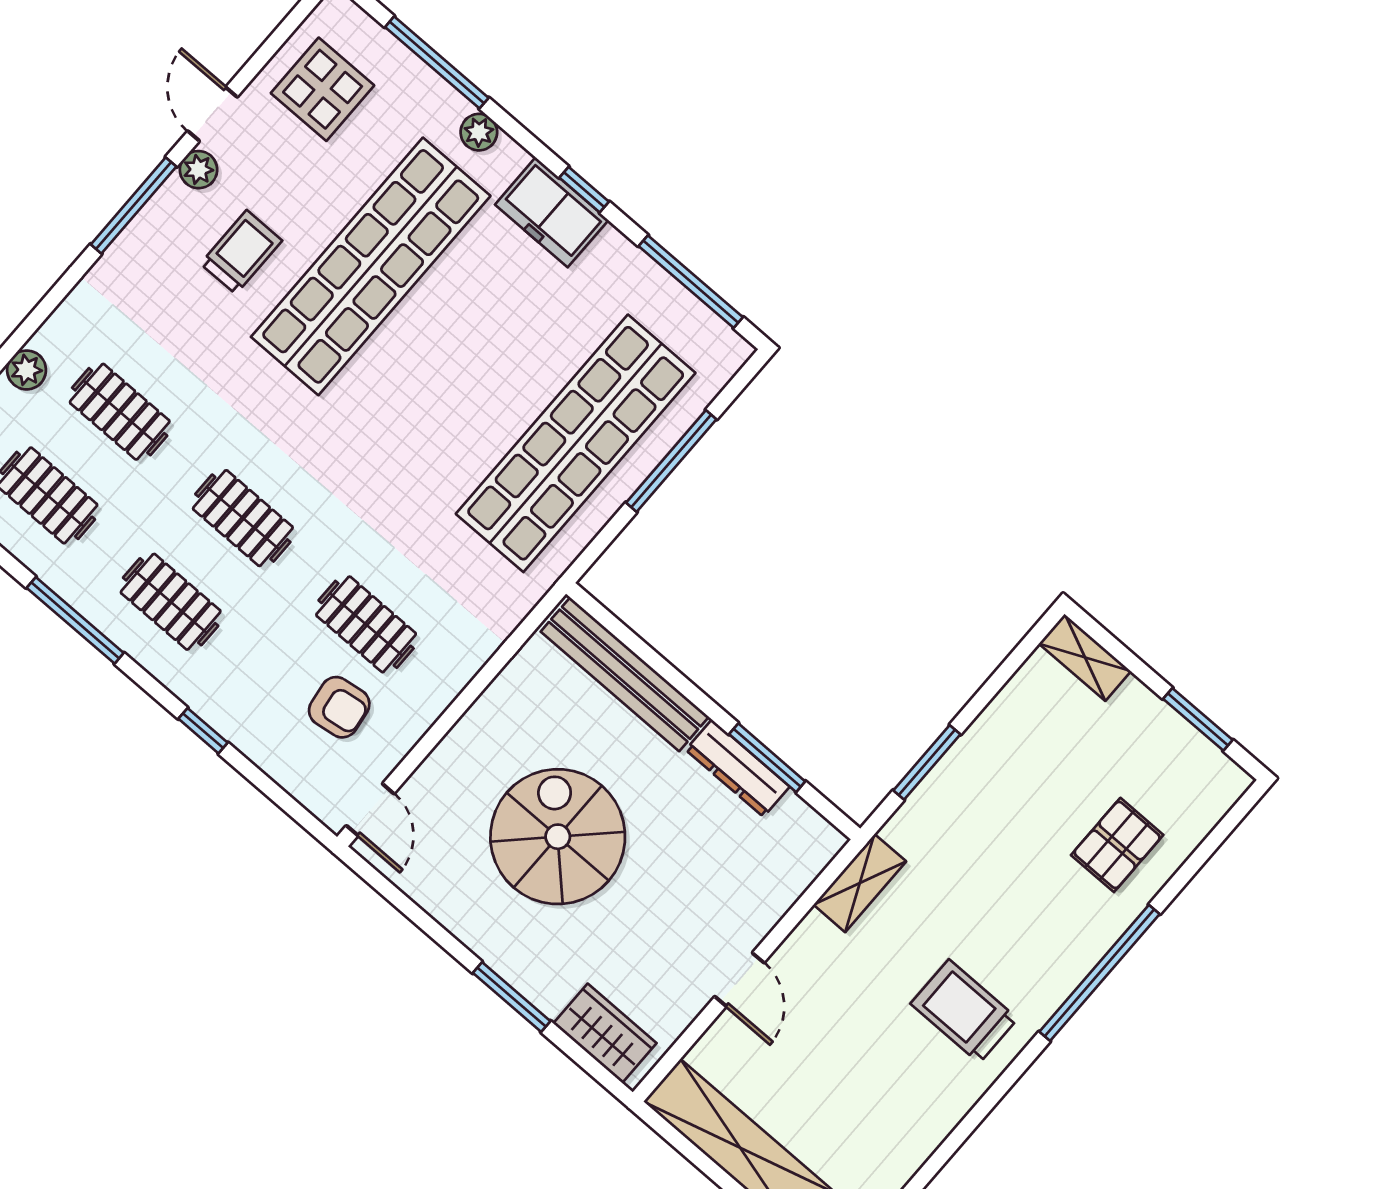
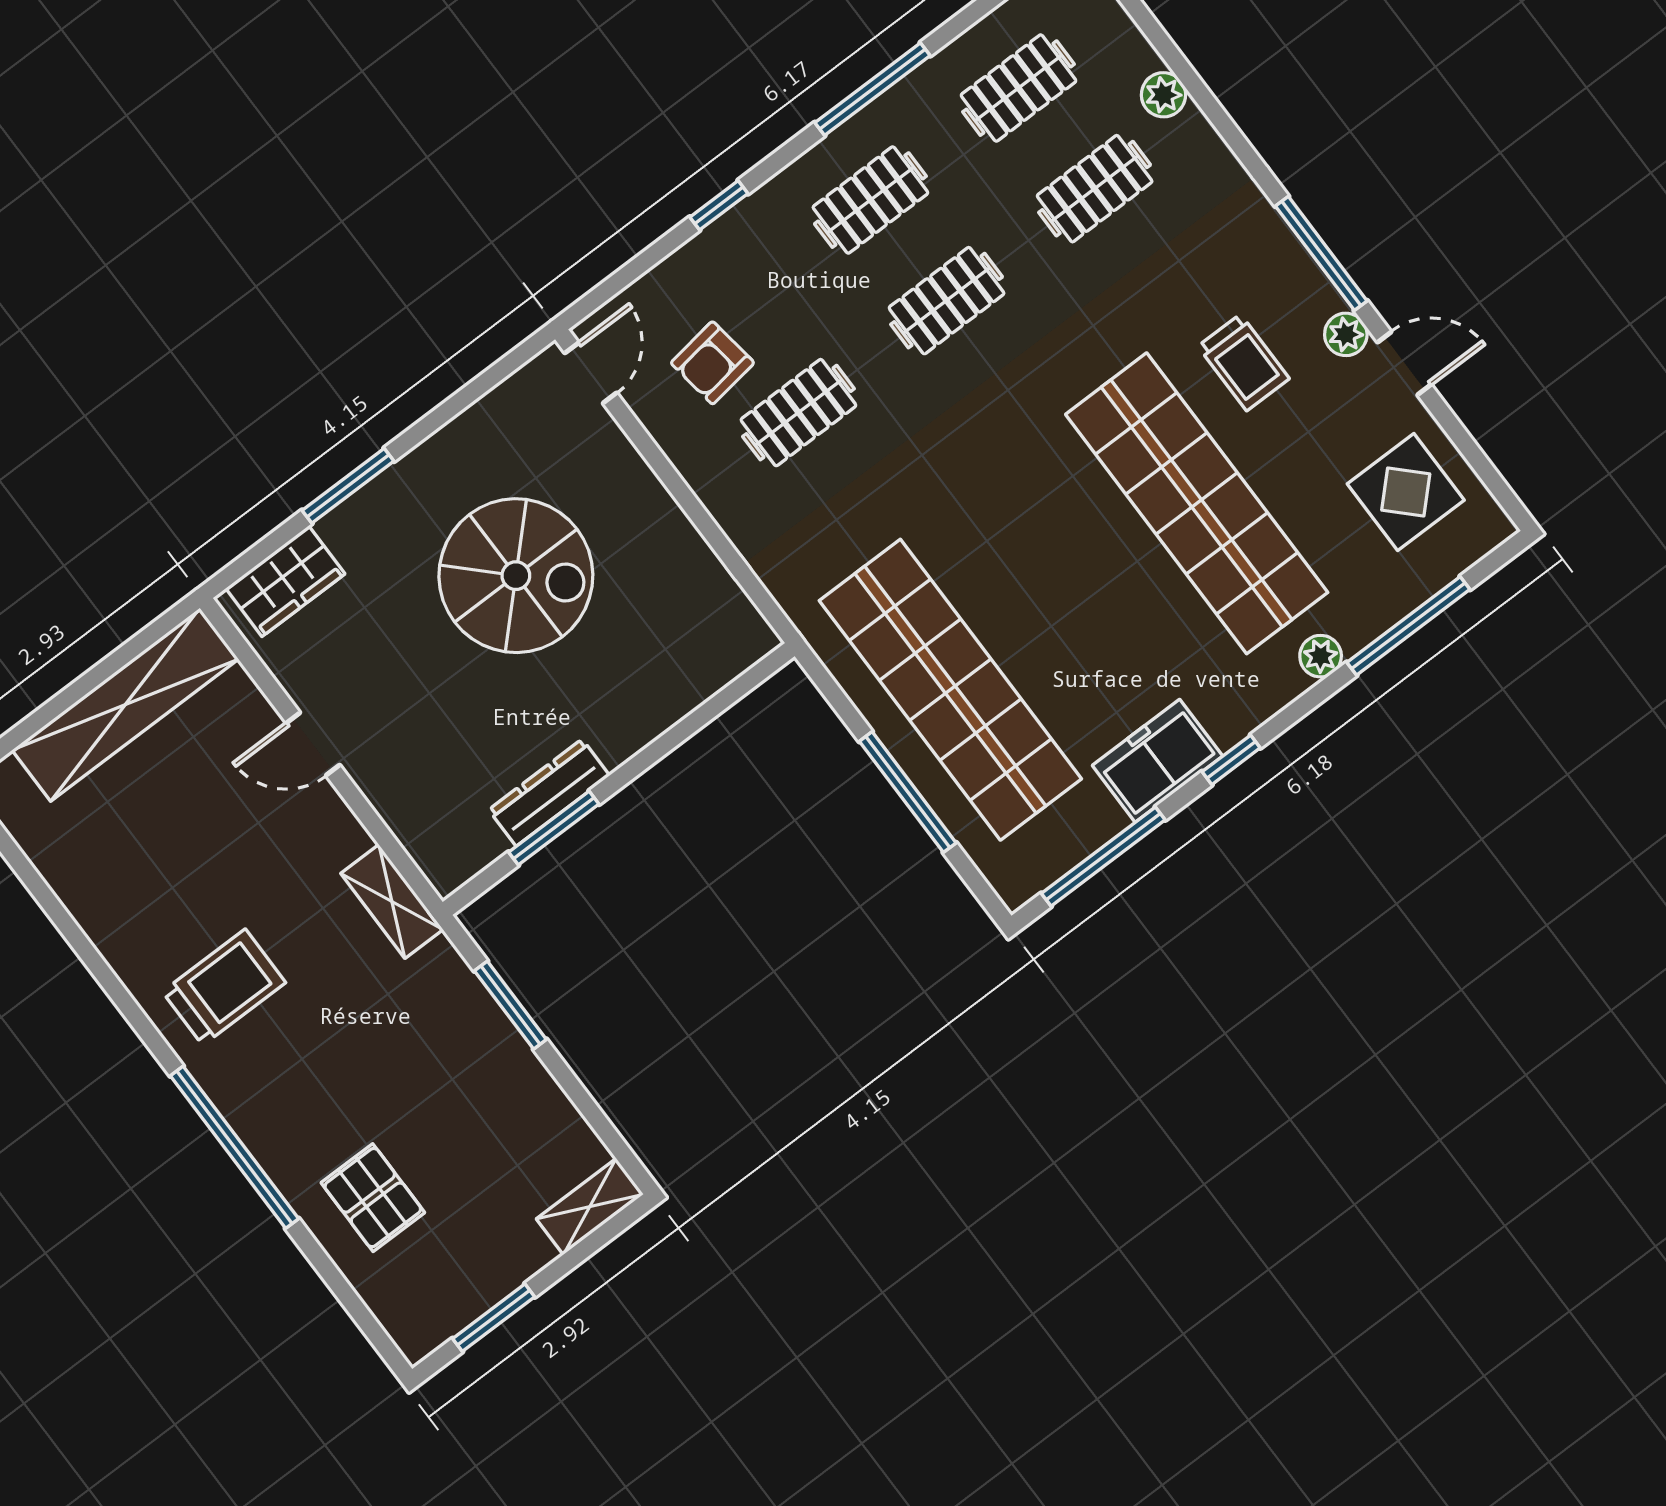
freezer: (552, 212) -> (1157, 761), moved
bench: (625, 674) -> (681, 689), removed
door: (370, 810) -> (591, 373), swing flipped

